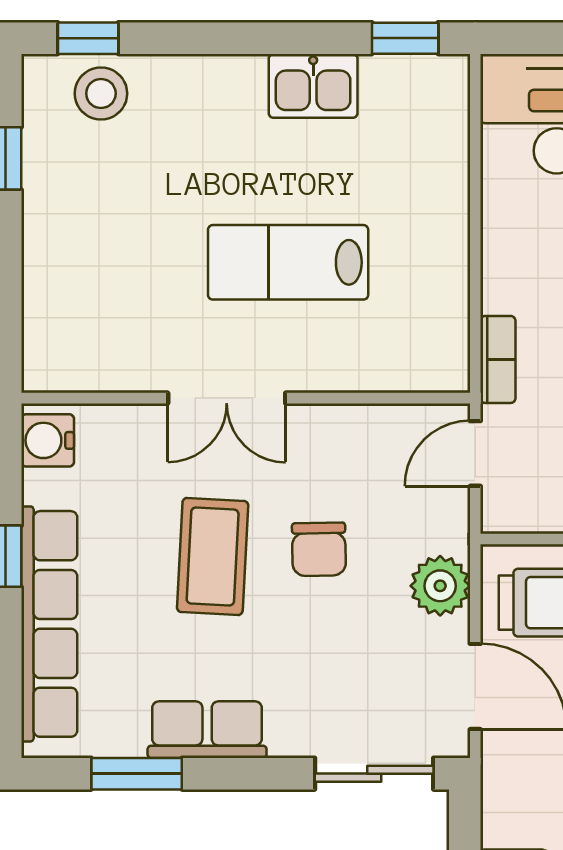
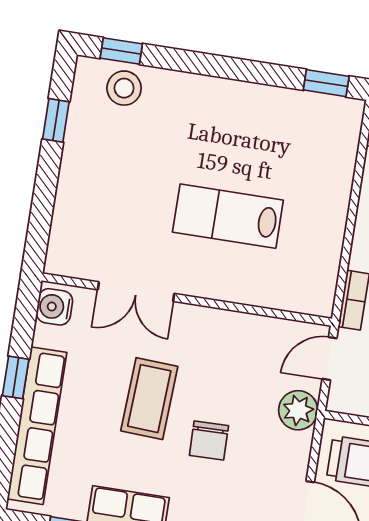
kitchen sink: (313, 86) -> (262, 105), removed
double door: (227, 398) -> (136, 292), moved
chair: (319, 549) -> (209, 441), moved
plant: (440, 586) -> (298, 410), moved

